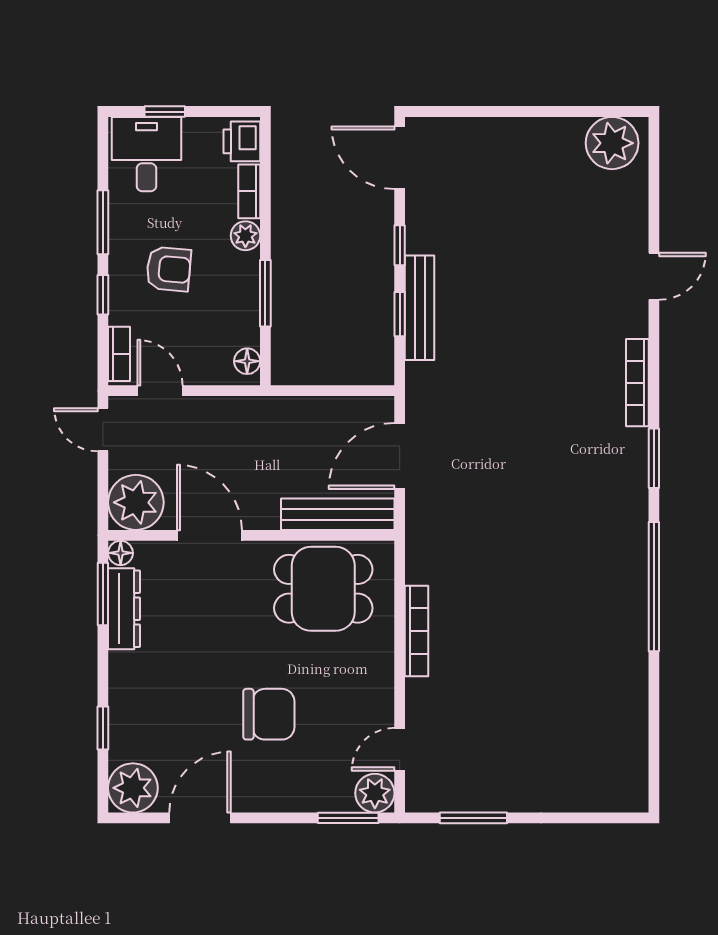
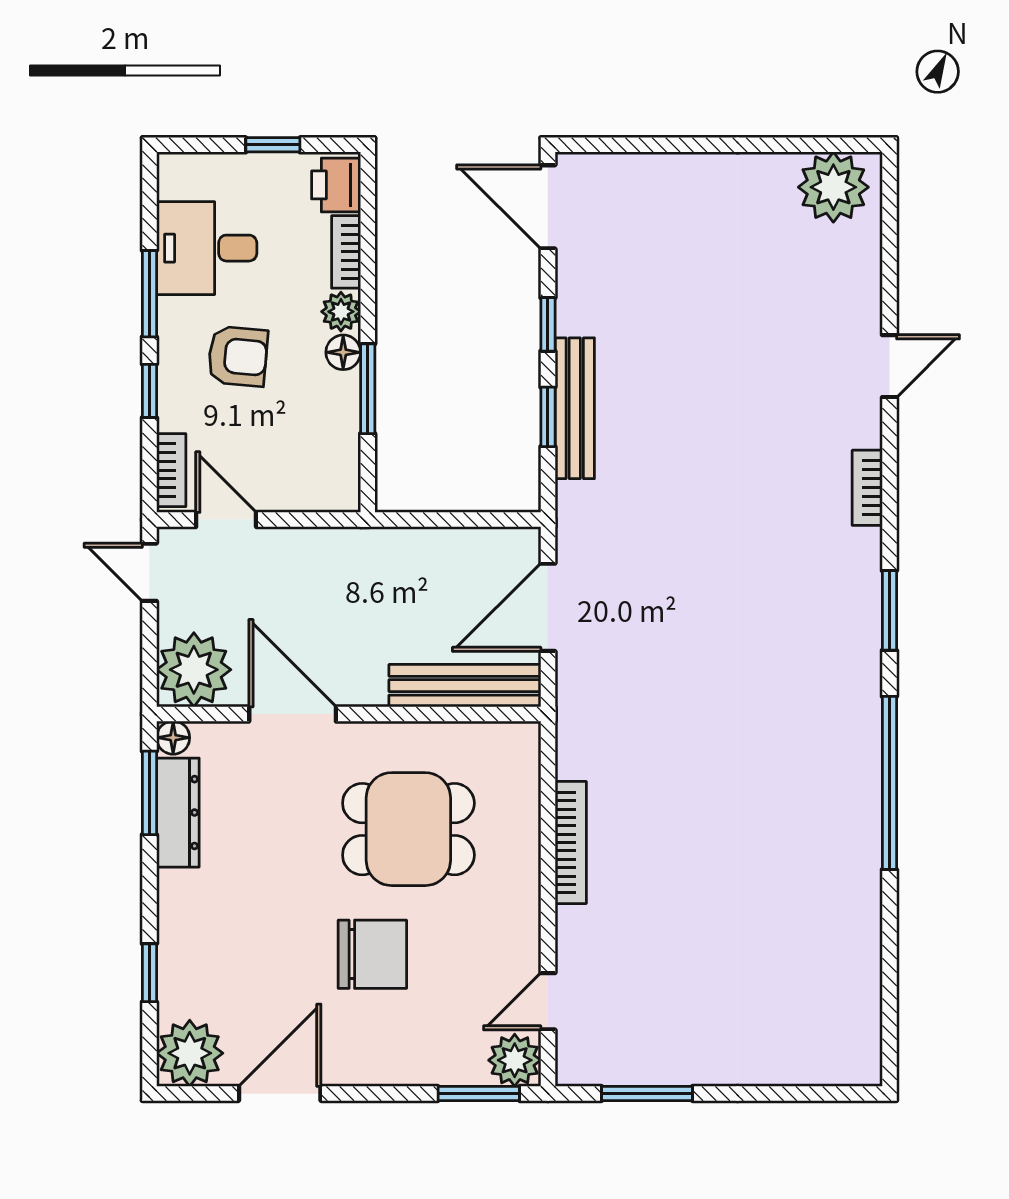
window: (165, 112) -> (273, 145), moved
desk: (146, 154) -> (207, 248), moved, turned -90
floor lamp: (247, 361) -> (343, 352), moved
bookcase: (637, 383) -> (867, 488), width x0.64
dining table: (323, 589) -> (408, 829), moved

